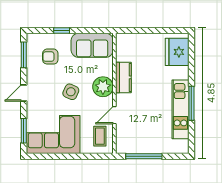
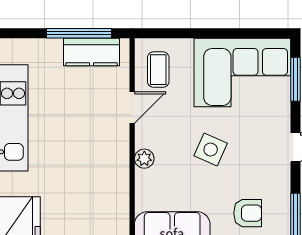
kitchen counter: (123, 77) -> (91, 52), moved, turned -90
plant: (103, 87) -> (144, 159), width x0.53, depth x0.53

